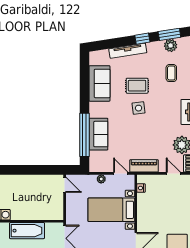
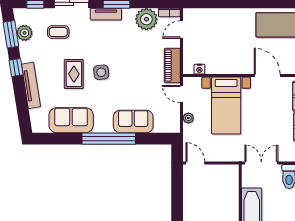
window: (84, 135) -> (109, 139), moved
door: (121, 173) -> (181, 94), hinge flipped
door: (65, 185) -> (195, 163), hinge flipped

